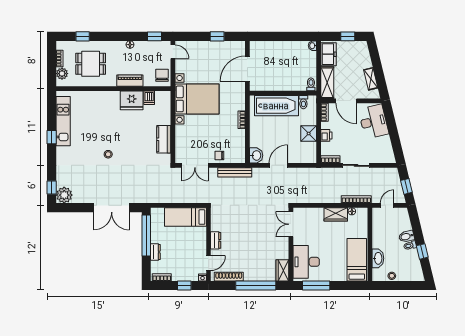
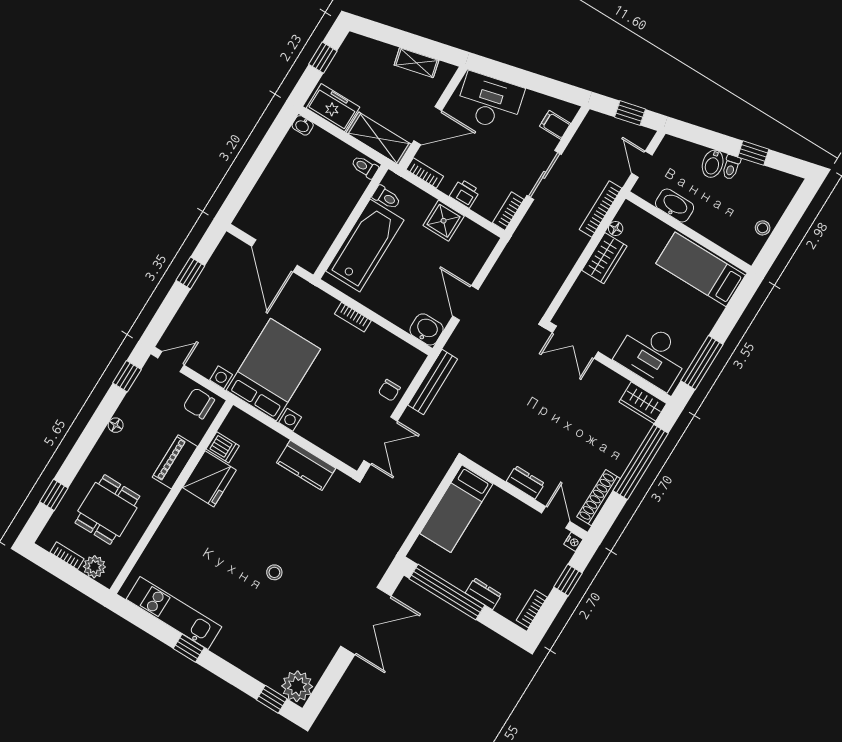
filing cabinet: (381, 157) -> (555, 125), added
washbasin: (378, 258) -> (675, 205), moved

